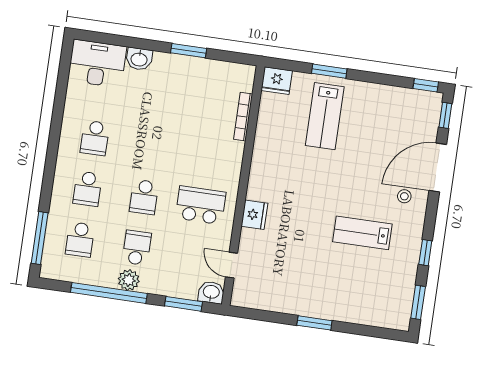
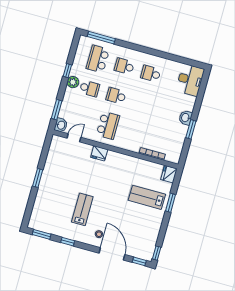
washbasin: (139, 59) -> (186, 118), moved
school desk: (80, 239) -> (98, 59), width x1.85
window: (109, 293) -> (67, 71), width x0.32

